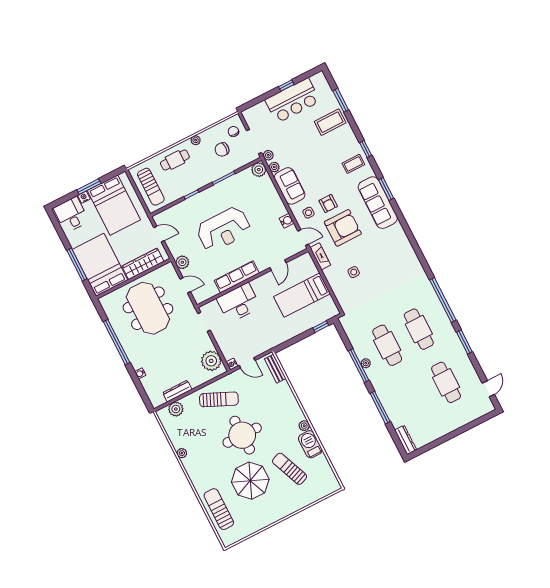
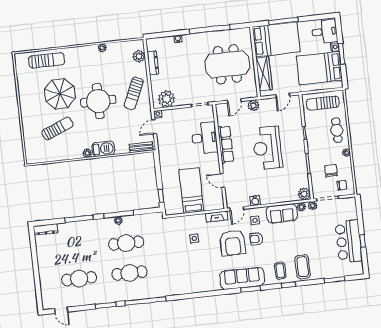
coffee table: (330, 122) -> (303, 267), moved
barbecue: (310, 444) -> (103, 149), moved

